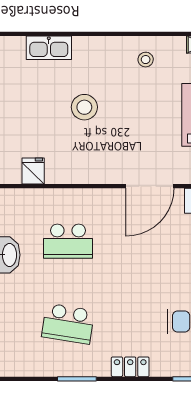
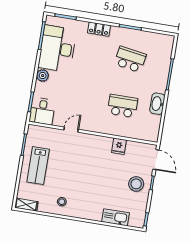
stool: (84, 107) -> (136, 184), moved
fridge: (33, 171) -> (119, 146), moved
door: (150, 186) -> (71, 130), width x0.53

